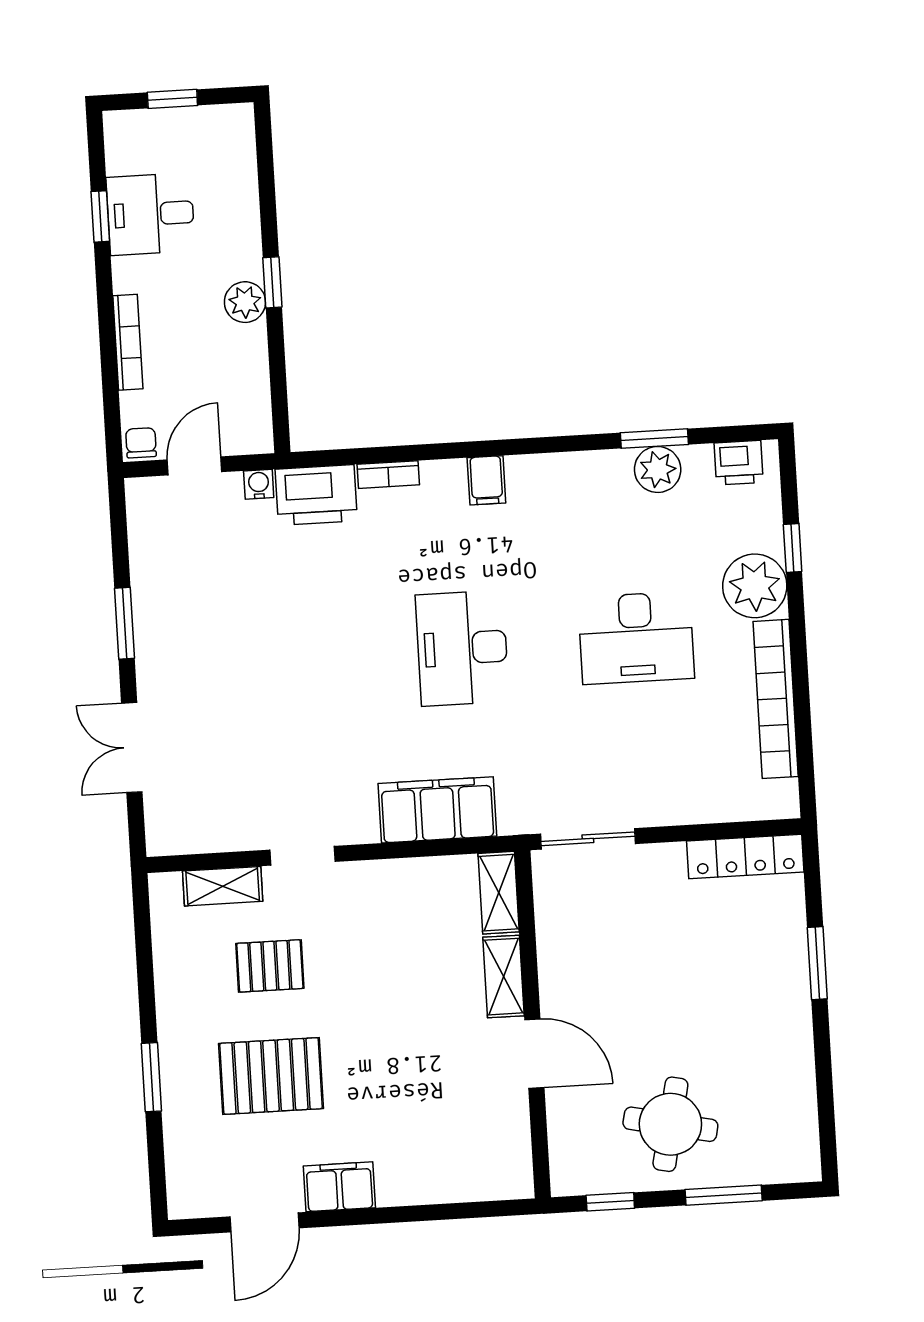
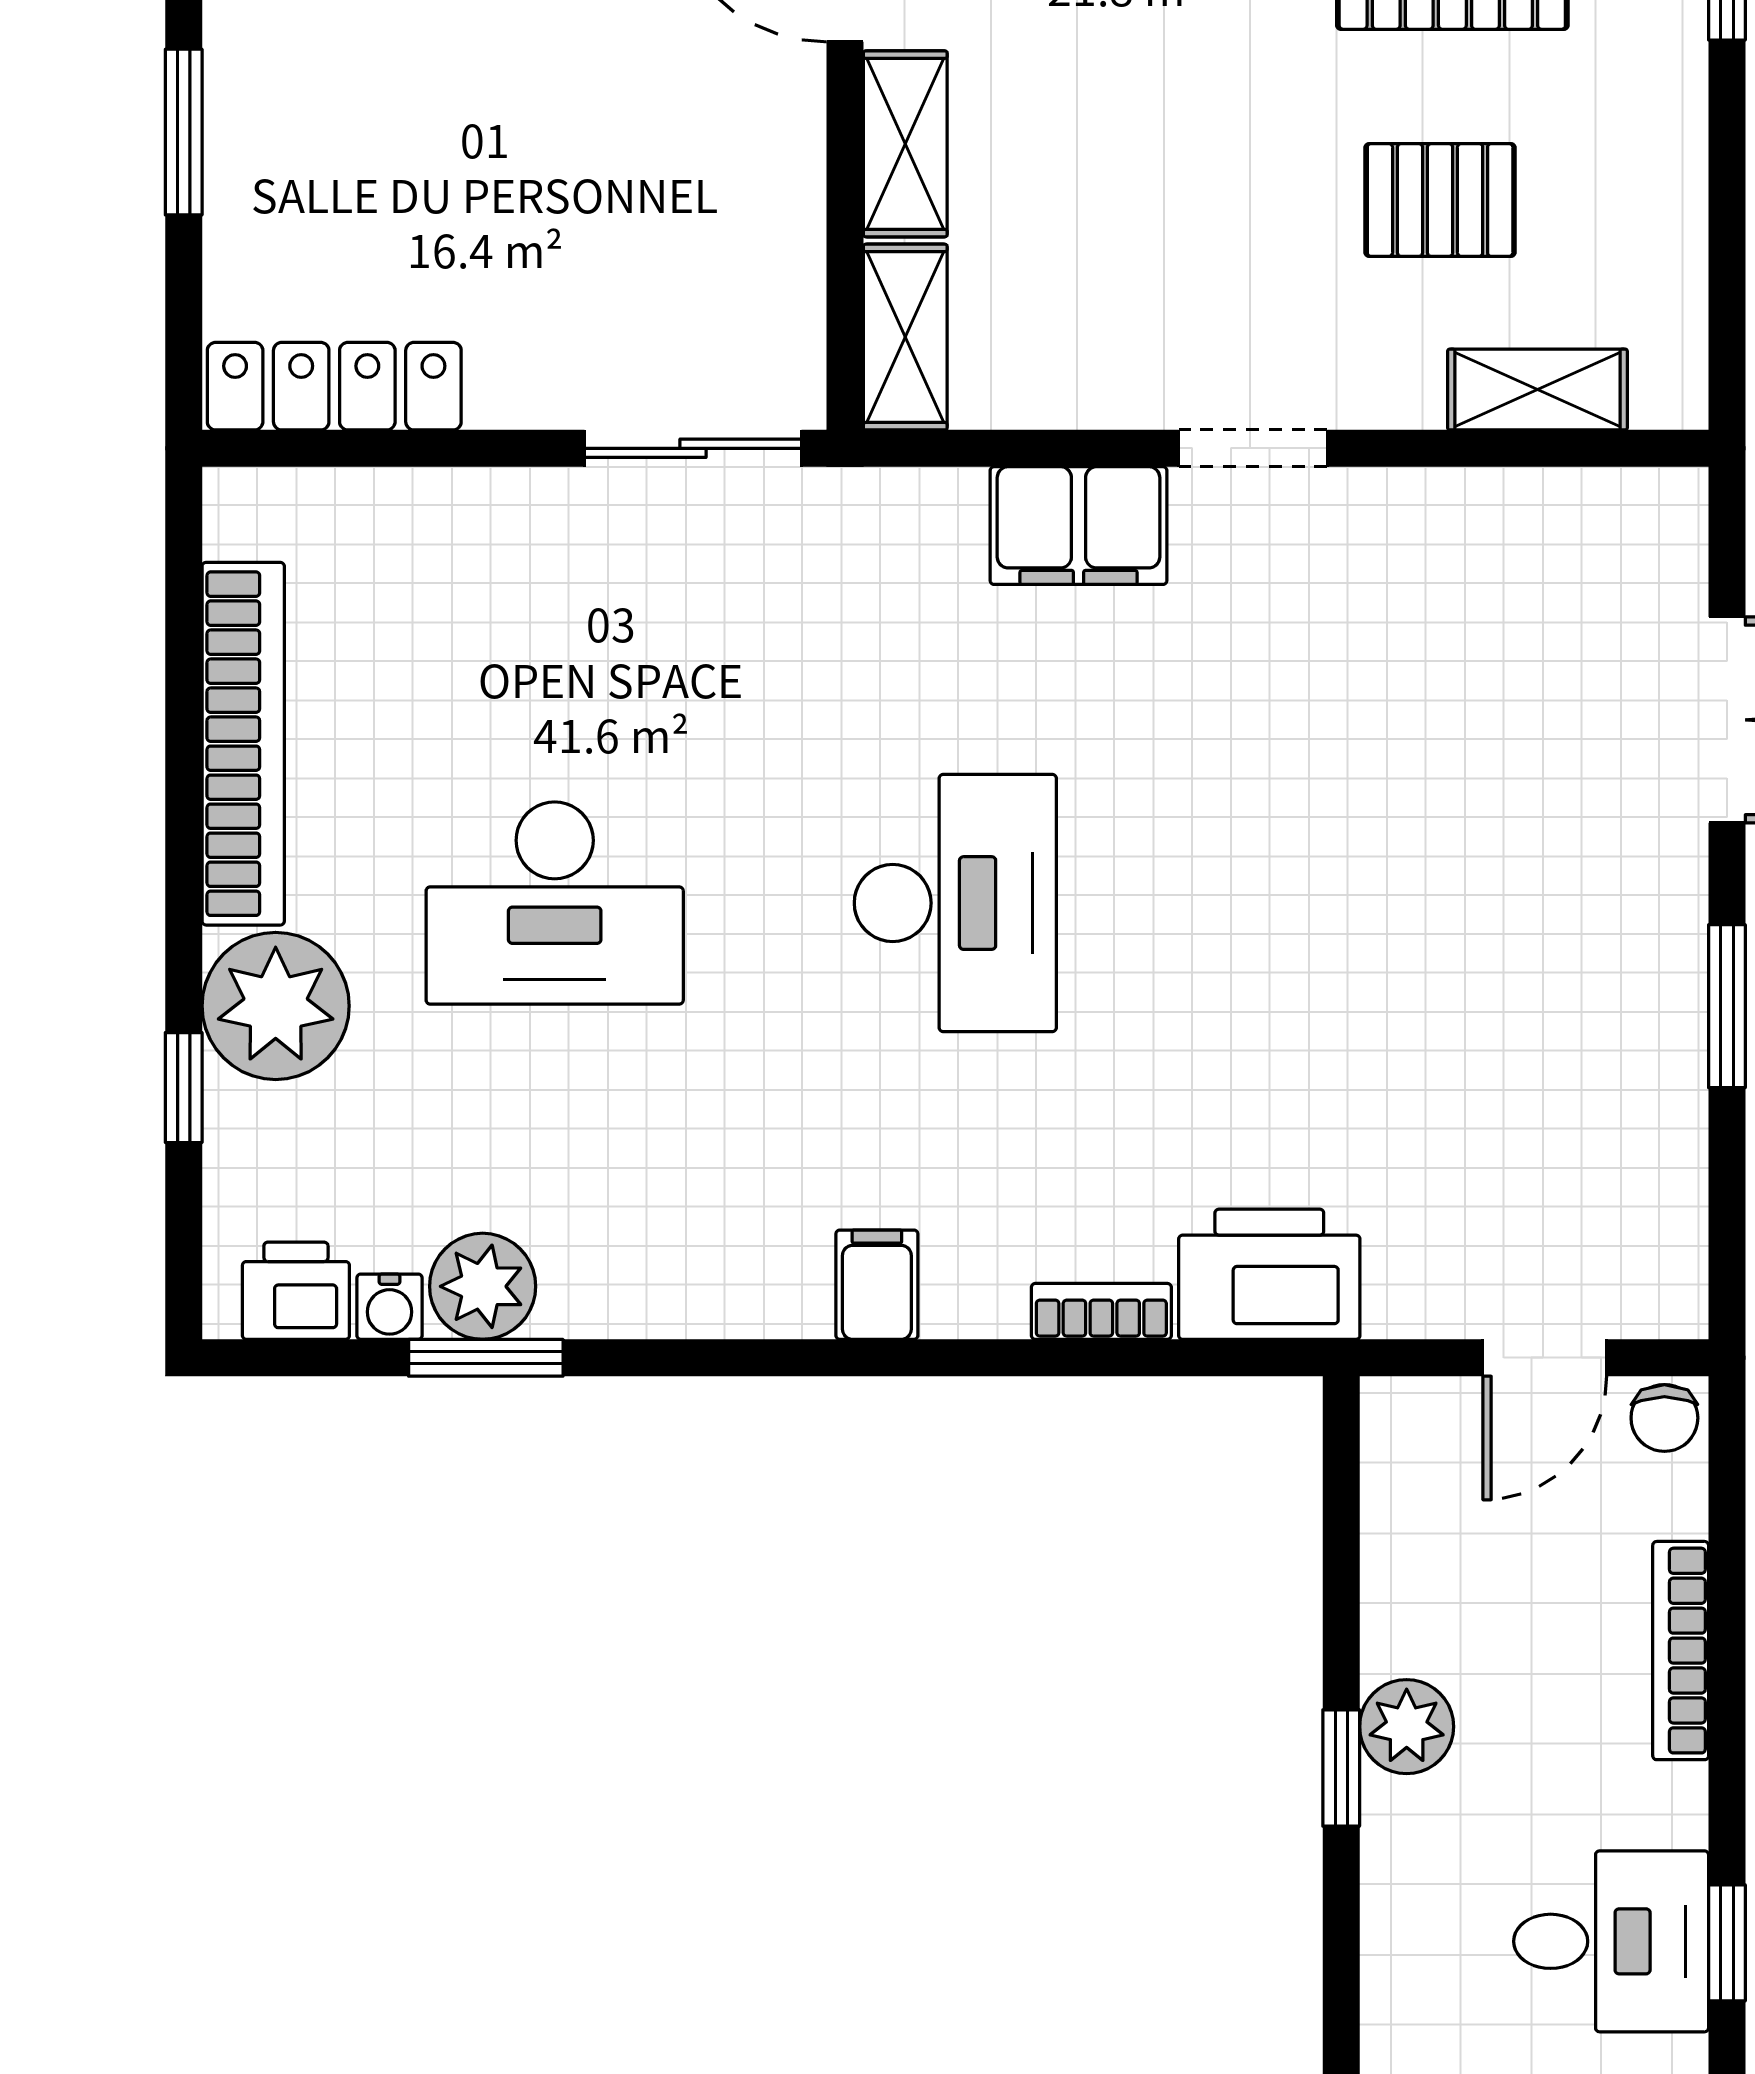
water cooler: (259, 484) -> (389, 1307), moved
desk: (636, 638) -> (555, 903), turned 180
filing cabinet: (437, 810) -> (1079, 526), width x0.67, depth x0.86
doorway: (303, 856) -> (1253, 448), moved

